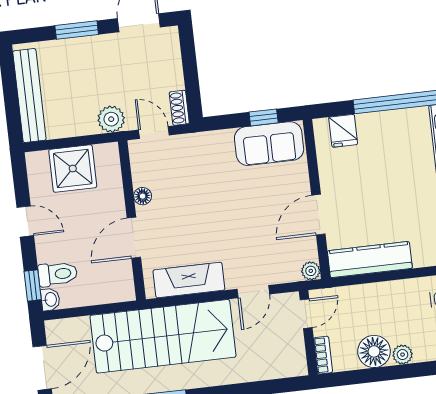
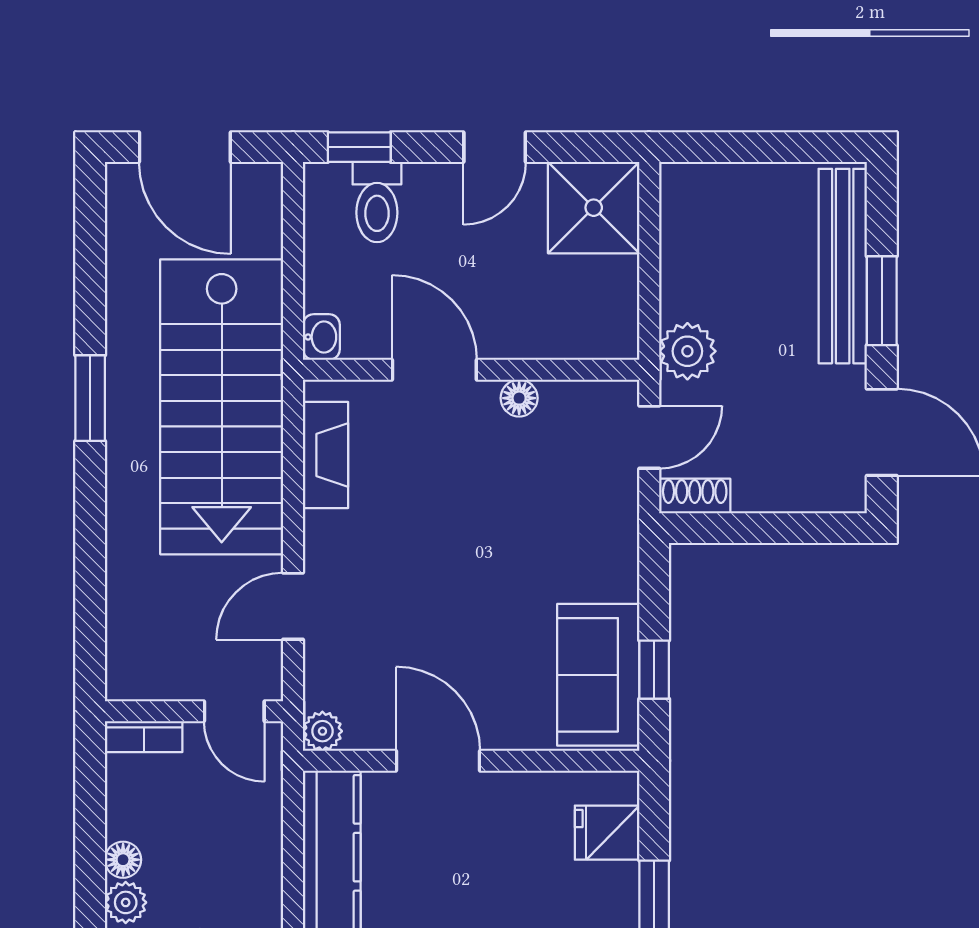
bench: (29, 96) -> (843, 266), moved, turned 90
shower: (73, 168) -> (594, 208), moved
fireplace: (189, 280) -> (326, 455), width x0.73, depth x0.76
door: (253, 292) -> (293, 606), hinge flipped
washbasin: (50, 299) -> (321, 337), moved, turned -90
floor lamp: (374, 351) -> (123, 860), width x0.53, depth x0.53

